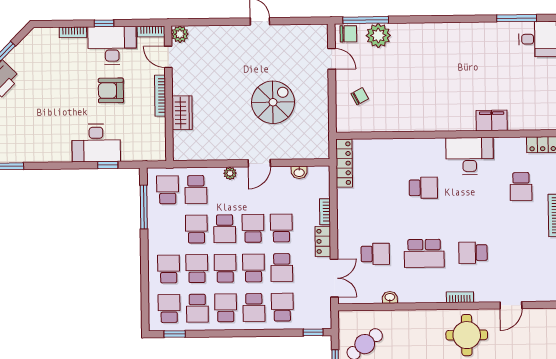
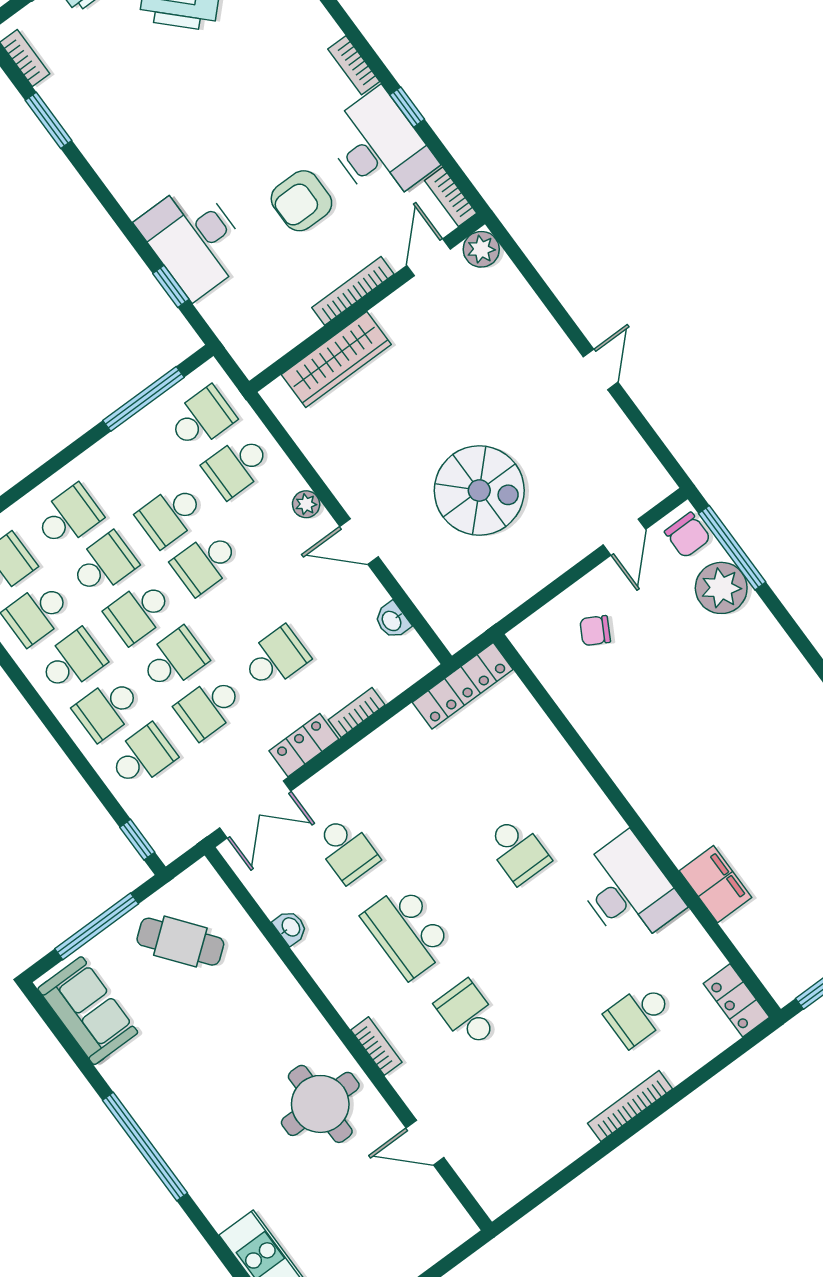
armchair: (111, 90) -> (301, 201), turned -90
chair: (360, 96) -> (595, 631), turned 147
wardrobe: (182, 113) -> (336, 359), width x1.50
school desk: (253, 228) -> (241, 611), removed
school desk: (196, 229) -> (170, 515), turned 180
school desk: (225, 268) -> (139, 612), turned 180

